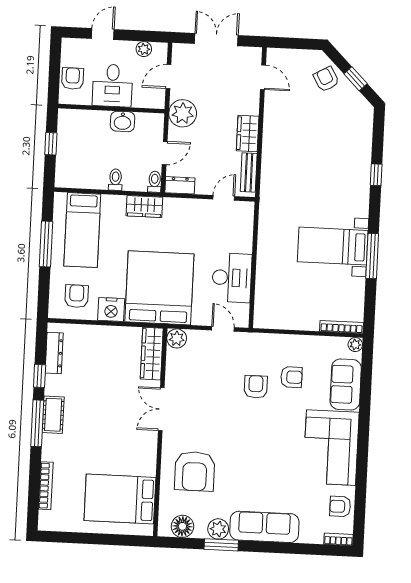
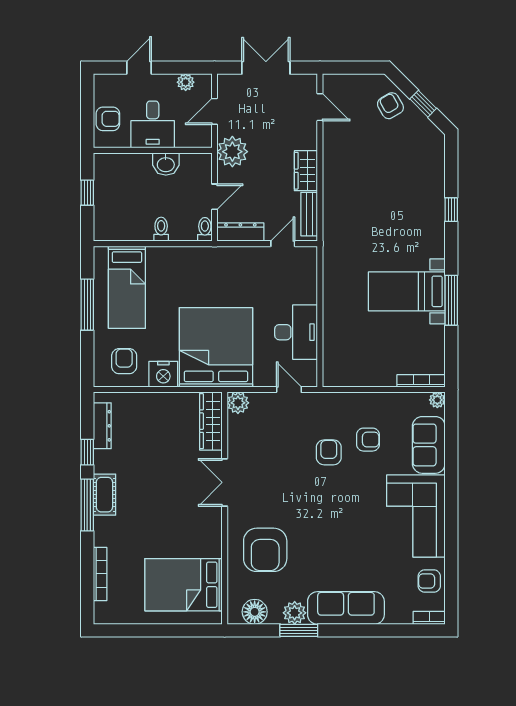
armchair: (73, 78) -> (108, 119), turned 90
dresser: (180, 185) -> (240, 232), width x1.44
wardrobe: (144, 206) -> (195, 258), removed

